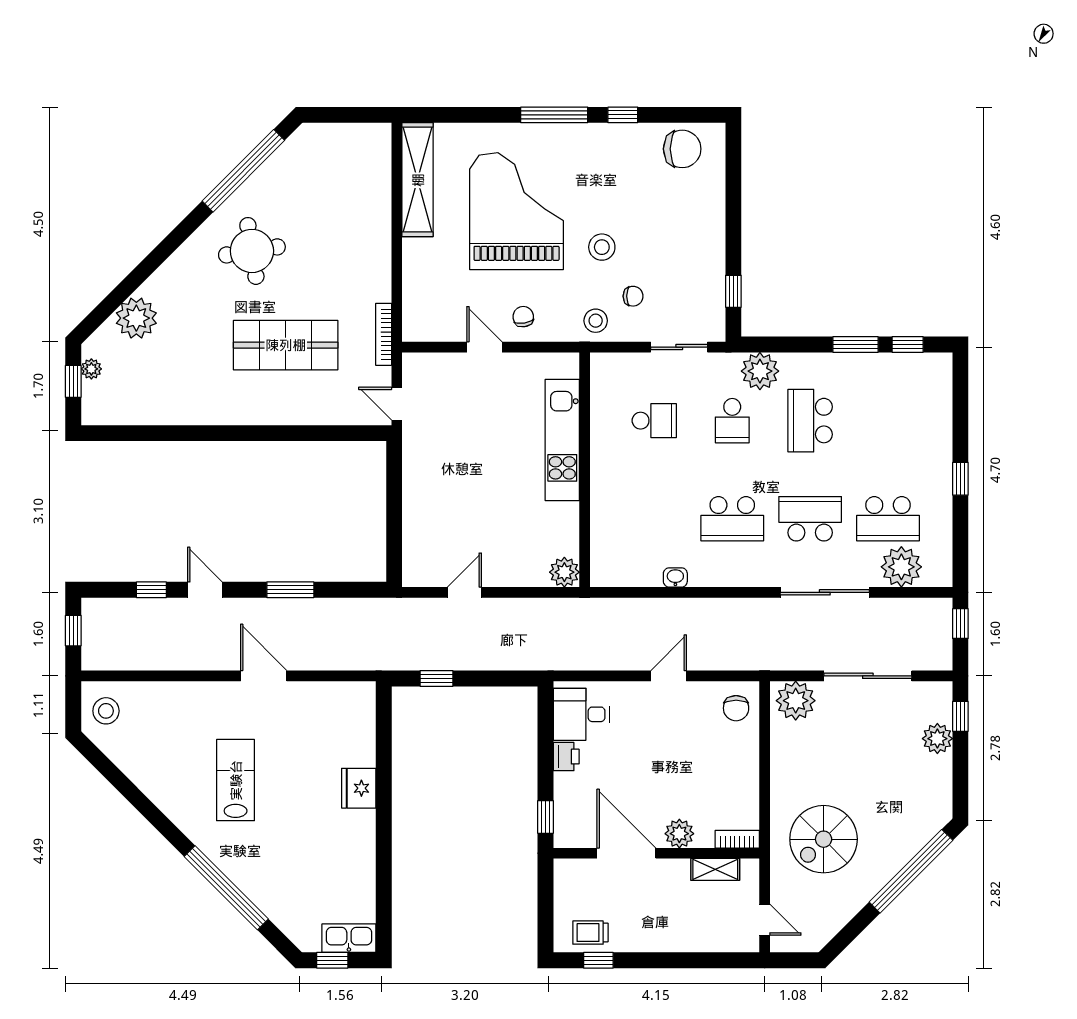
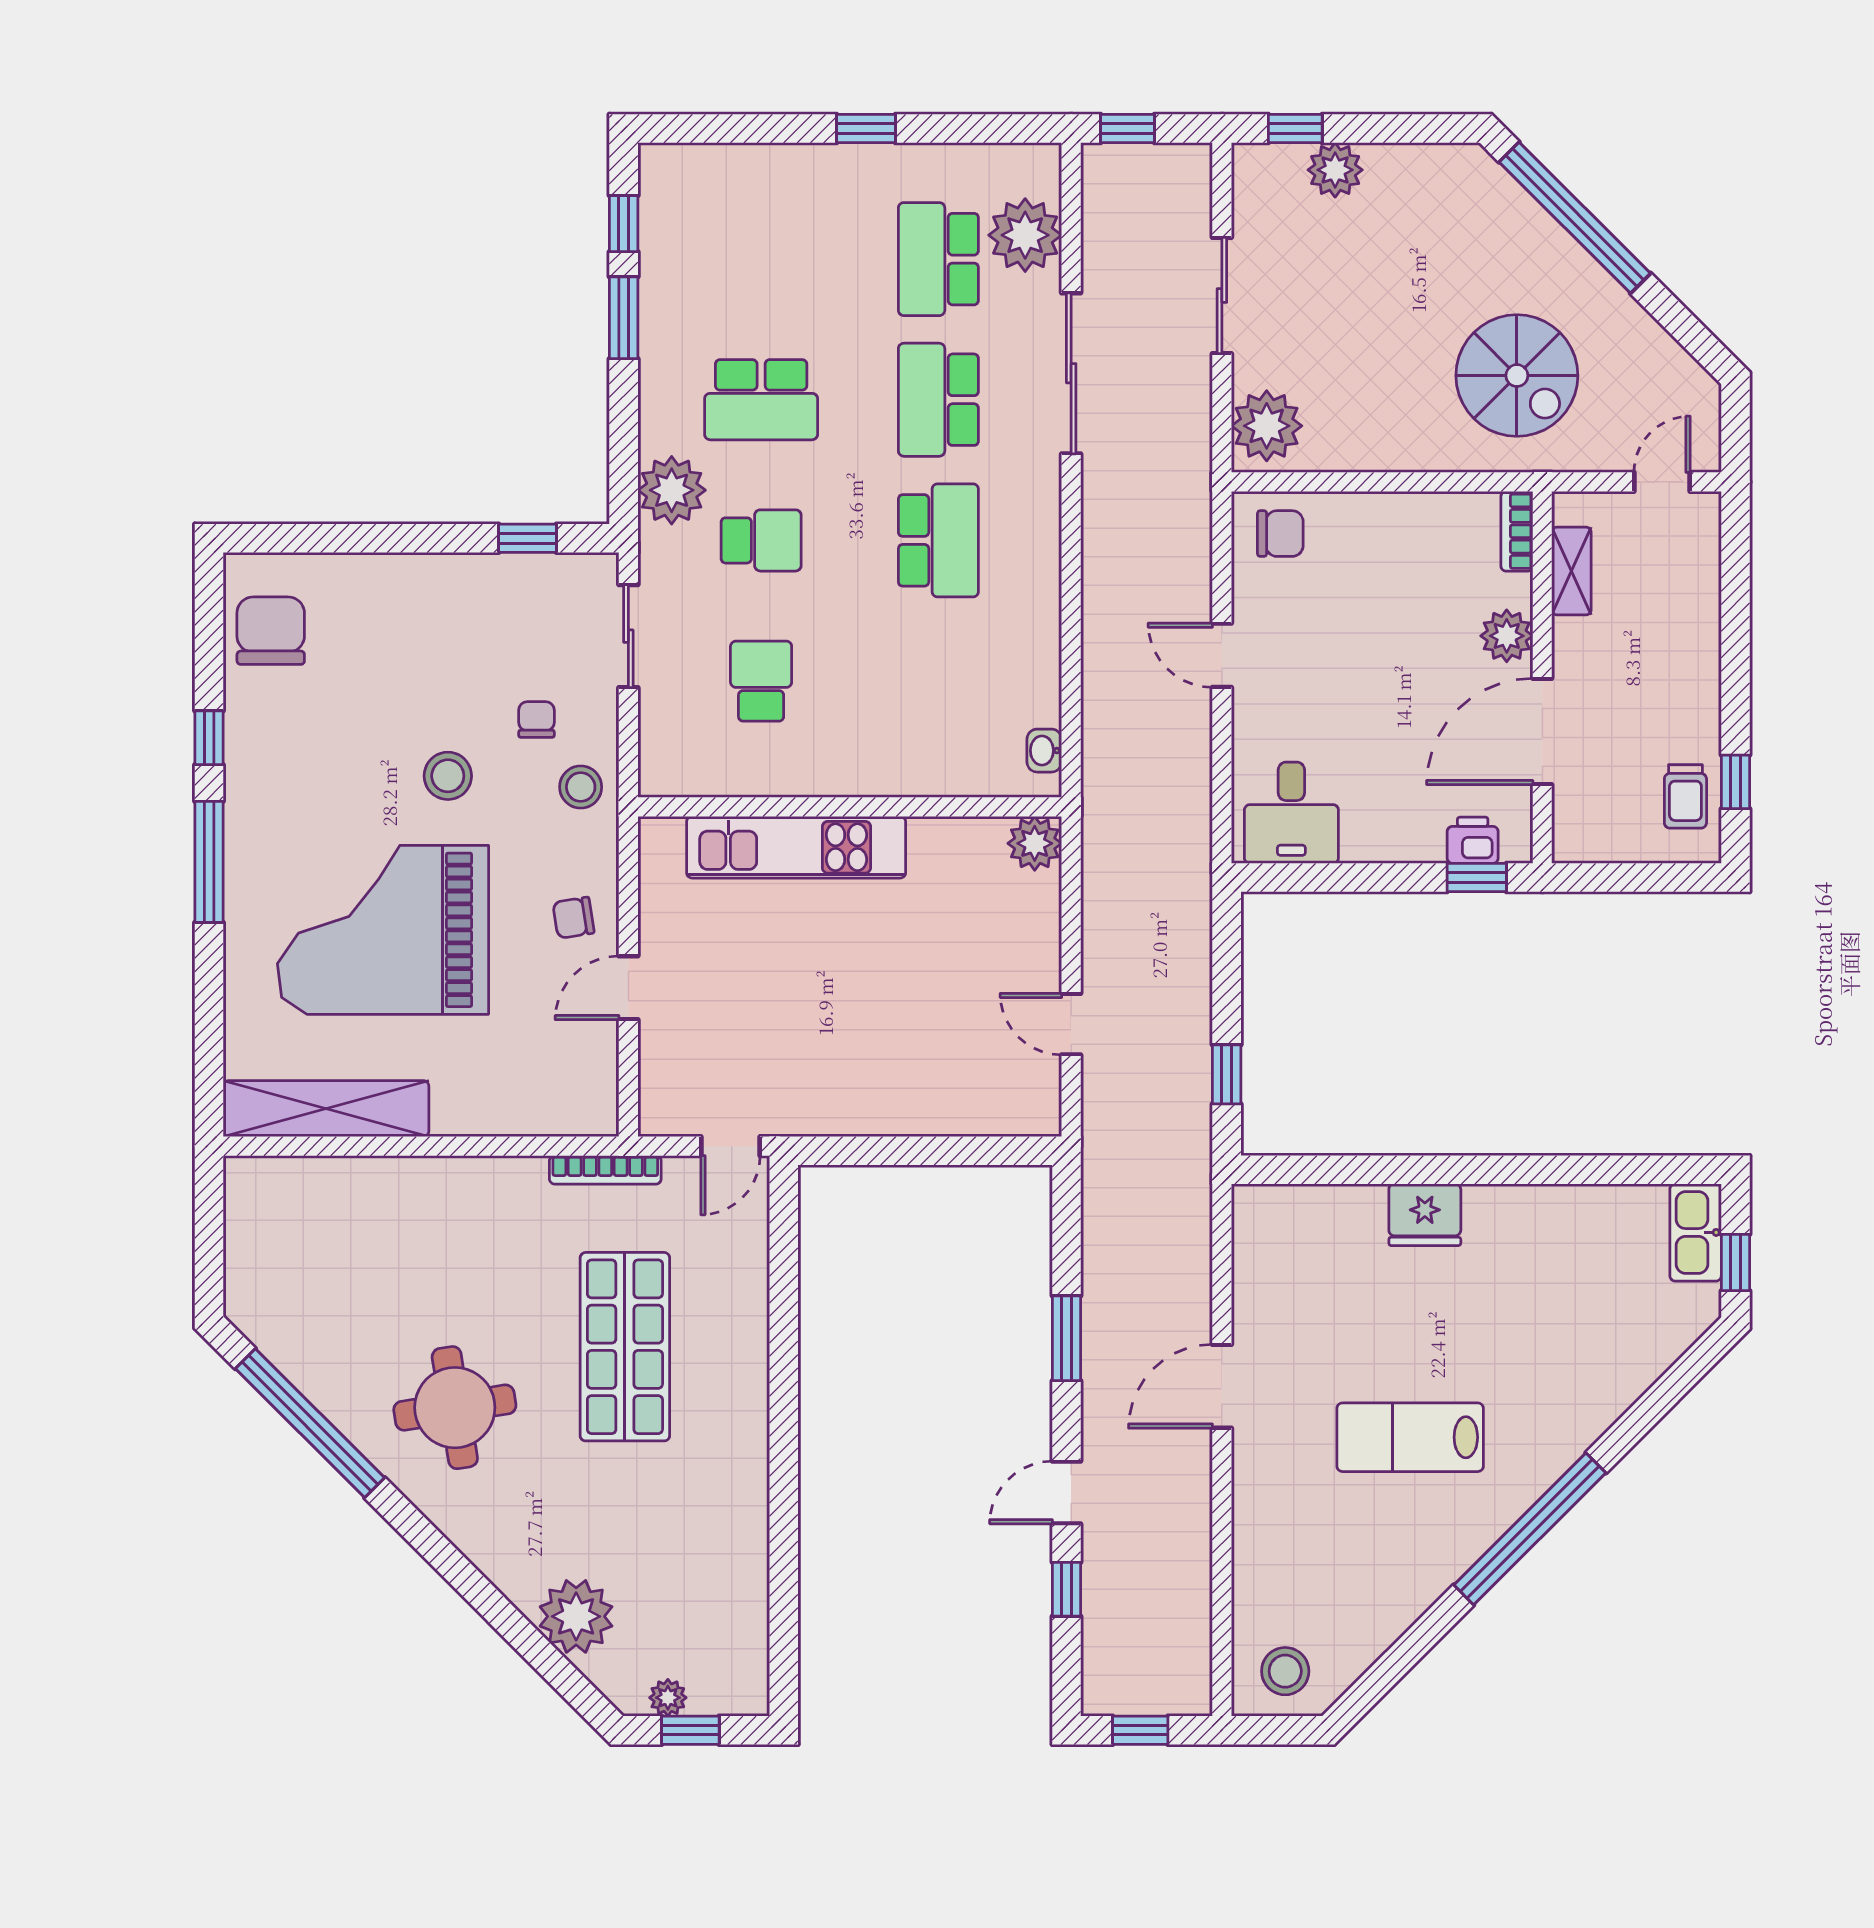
school desk: (888, 519) -> (938, 259), turned 180
washbasin: (675, 577) -> (1044, 751), moved
sliding door: (868, 676) -> (1222, 295), width x0.73
printer: (566, 757) -> (1473, 840), moved
window: (226, 888) -> (1530, 1529), moved

